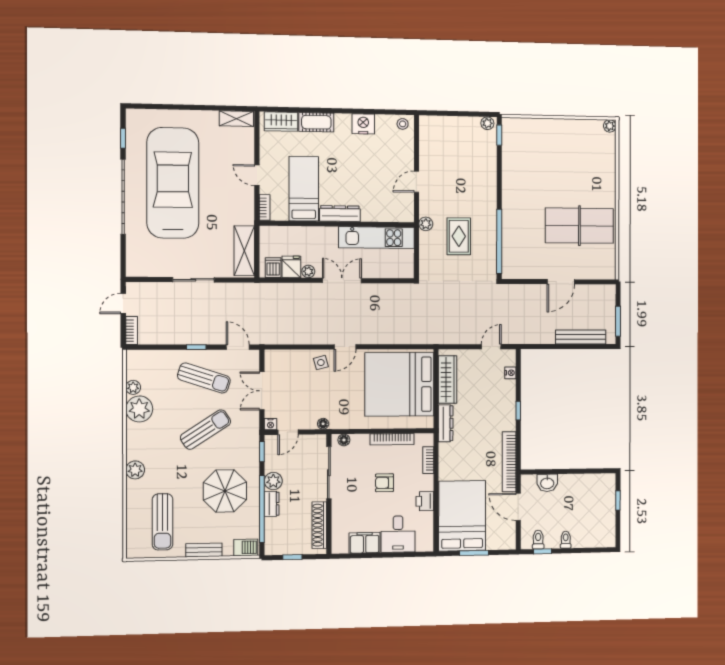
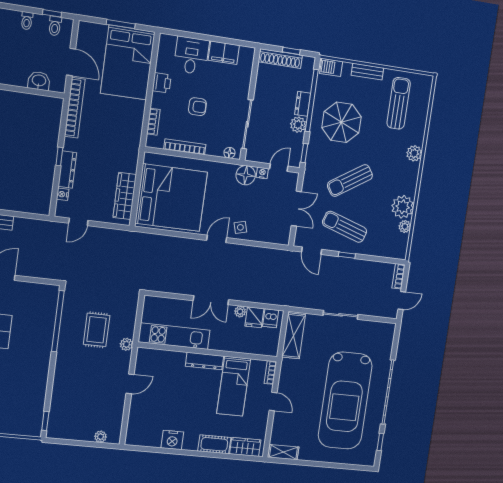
plant: (487, 123) -> (100, 437), moved
stool: (403, 124) -> (136, 437), removed
dresser: (446, 423) -> (67, 170), moved, turned 180
nightstand: (271, 424) -> (262, 173), moved
floor lamp: (323, 424) -> (246, 175), width x1.89, depth x1.89
shoe rack: (319, 525) -> (280, 59), moved, turned 90

